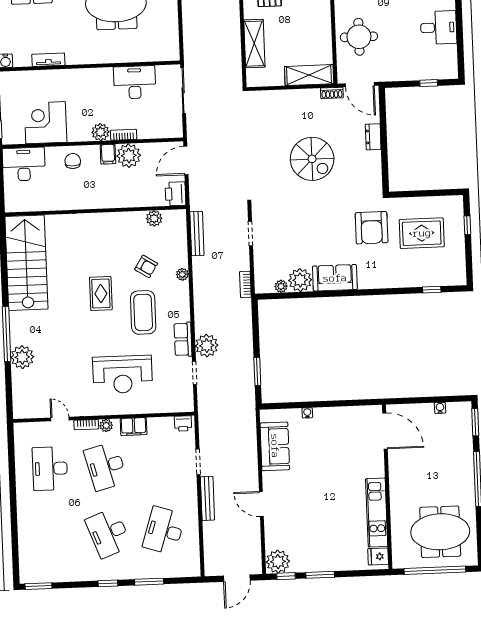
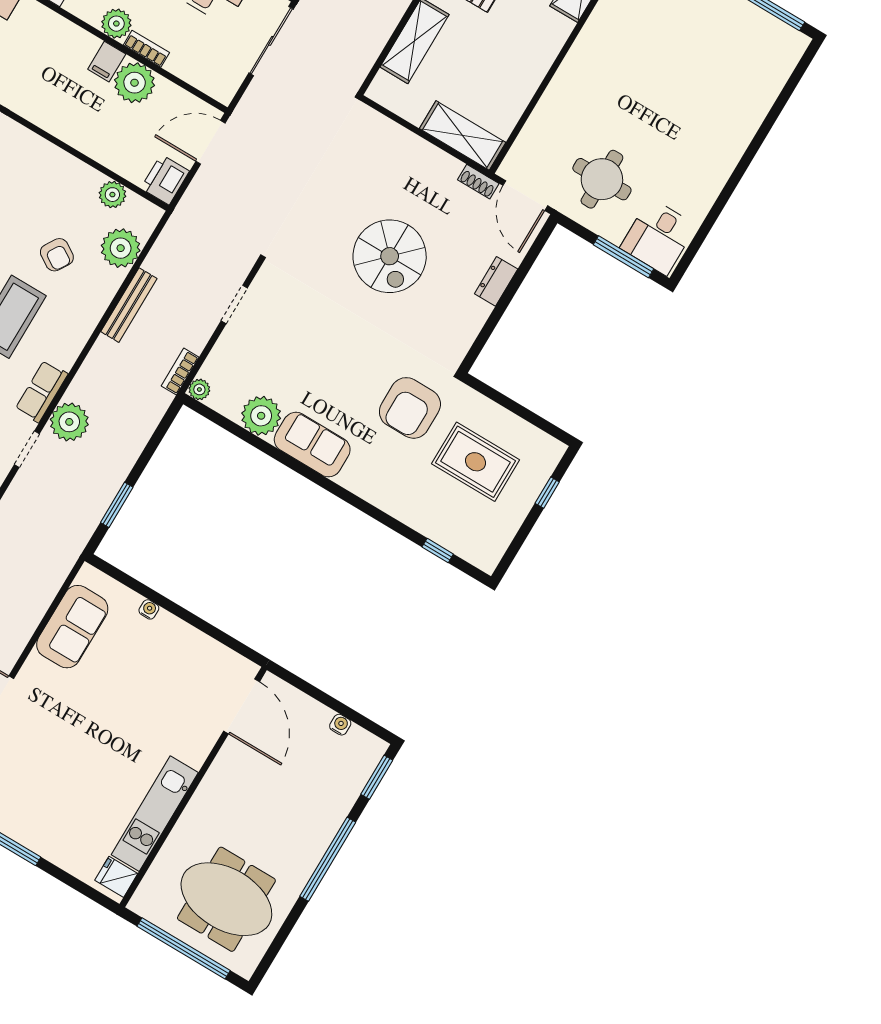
desk: (439, 27) -> (658, 237), moved, turned 90
round table: (359, 37) -> (602, 179), moved
window: (429, 83) -> (623, 257), width x2.17
chair: (73, 161) -> (51, 39), removed
bench: (197, 234) -> (129, 305), moved
plant: (182, 274) -> (121, 248), moved, width x1.88, depth x1.88
plant: (281, 286) -> (199, 389), moved

